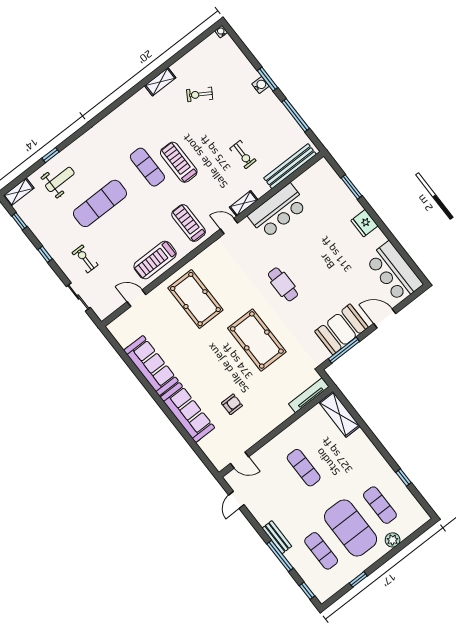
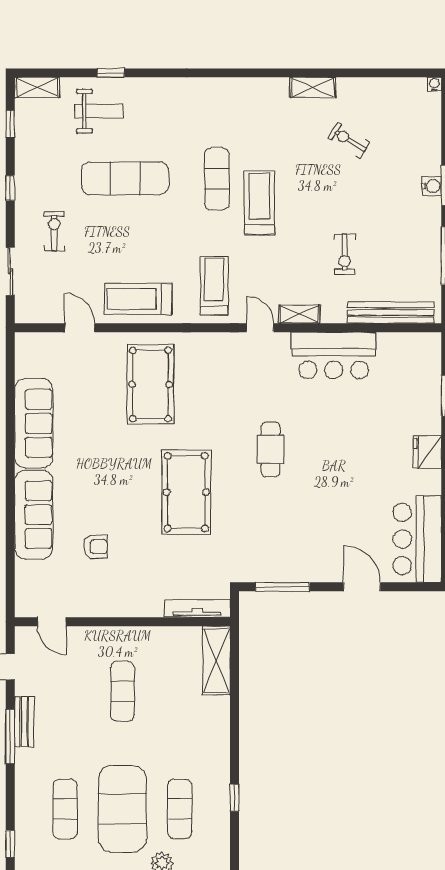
booth: (341, 329) -> (299, 559), removed
bench: (277, 537) -> (24, 722), moved
window: (280, 556) -> (10, 737), moved

